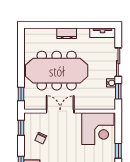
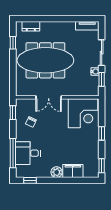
dresser: (67, 33) -> (31, 26), moved
window: (21, 94) -> (13, 43), moved
double door: (60, 111) -> (49, 97), swing flipped

